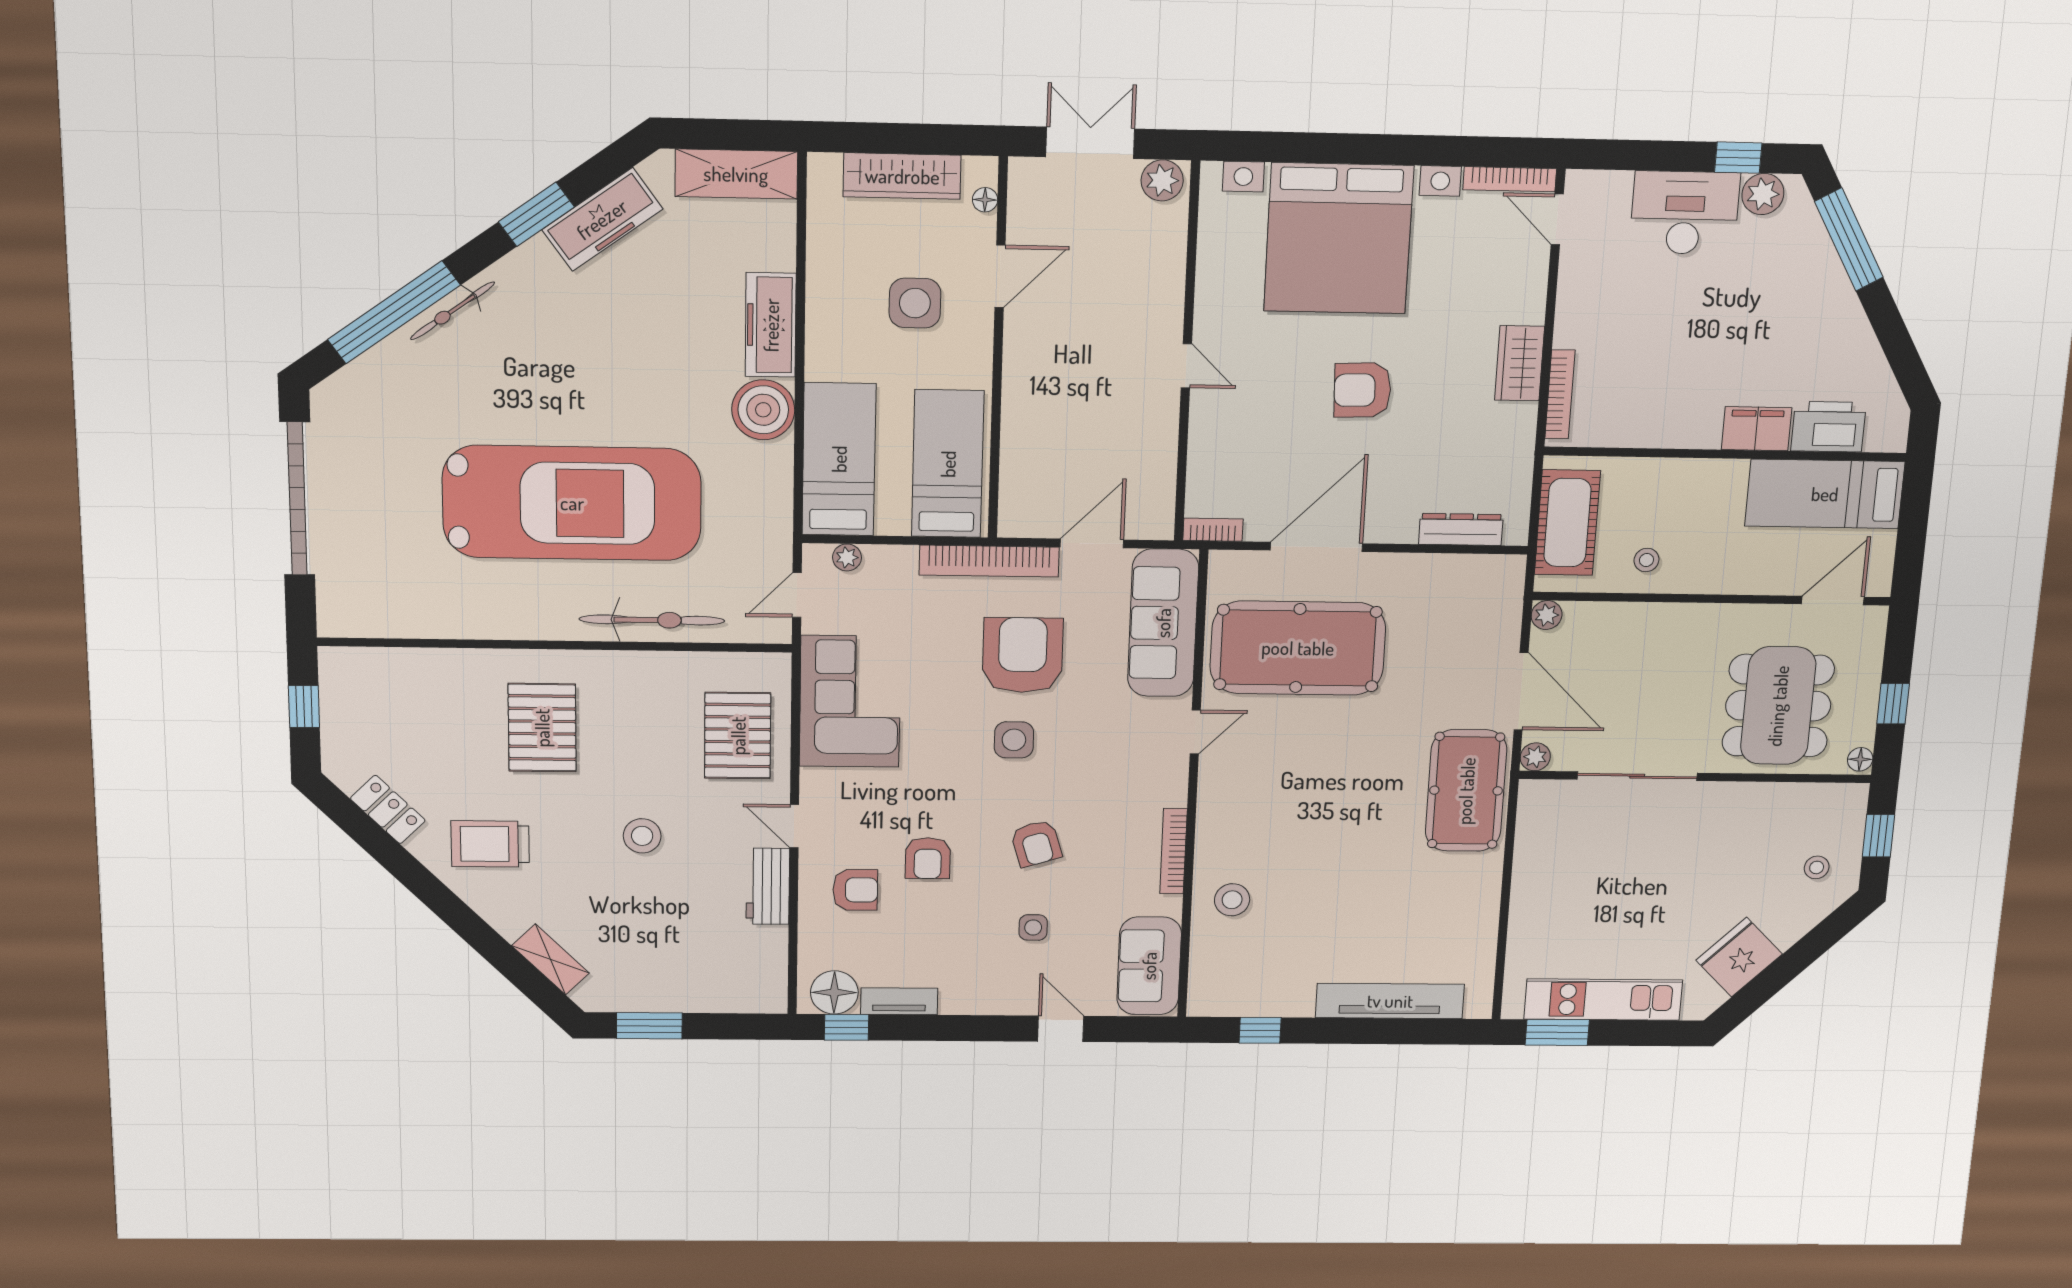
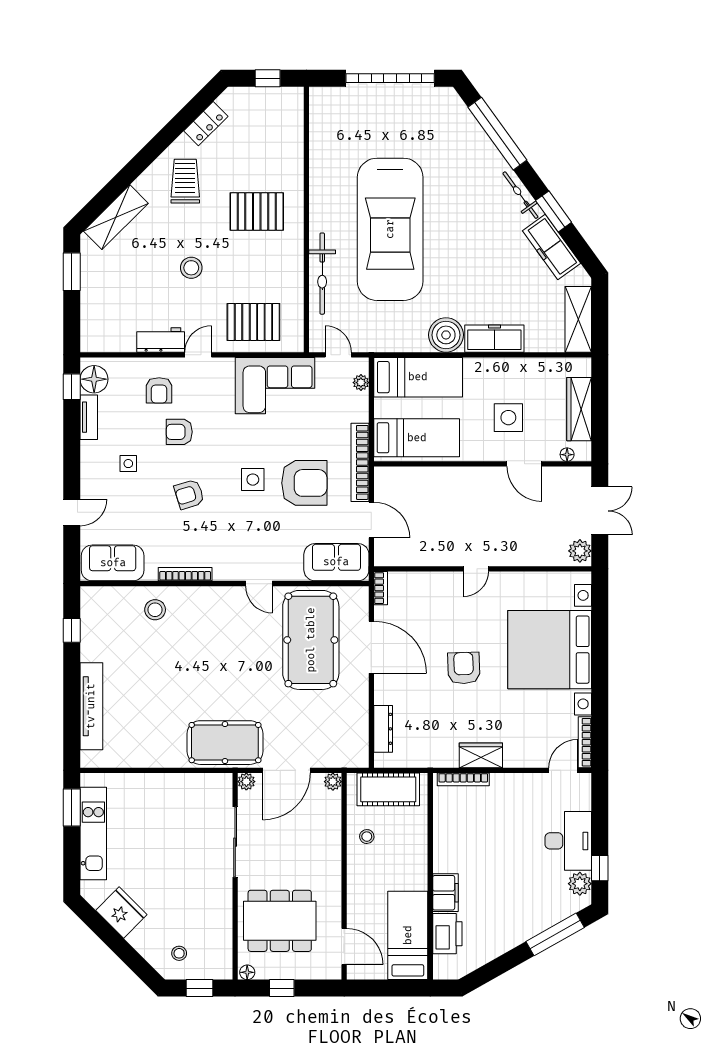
bicycle: (452, 311) -> (520, 195), moved
sofa: (1163, 623) -> (336, 562), width x0.73
side table: (1033, 927) -> (128, 464), moved
shelving: (550, 959) -> (116, 217), width x1.50, depth x1.33

